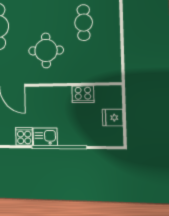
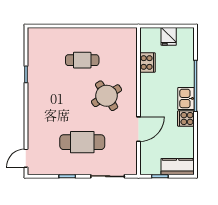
round table: (46, 50) -> (107, 96), turned -32

